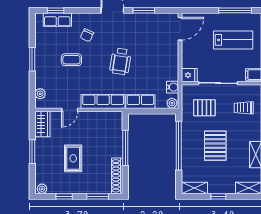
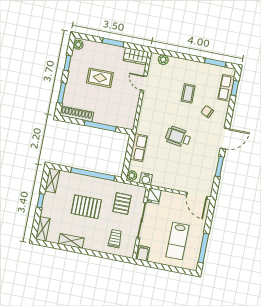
window: (32, 59) -> (215, 63), moved
row of seats: (103, 101) -> (145, 114), removed

